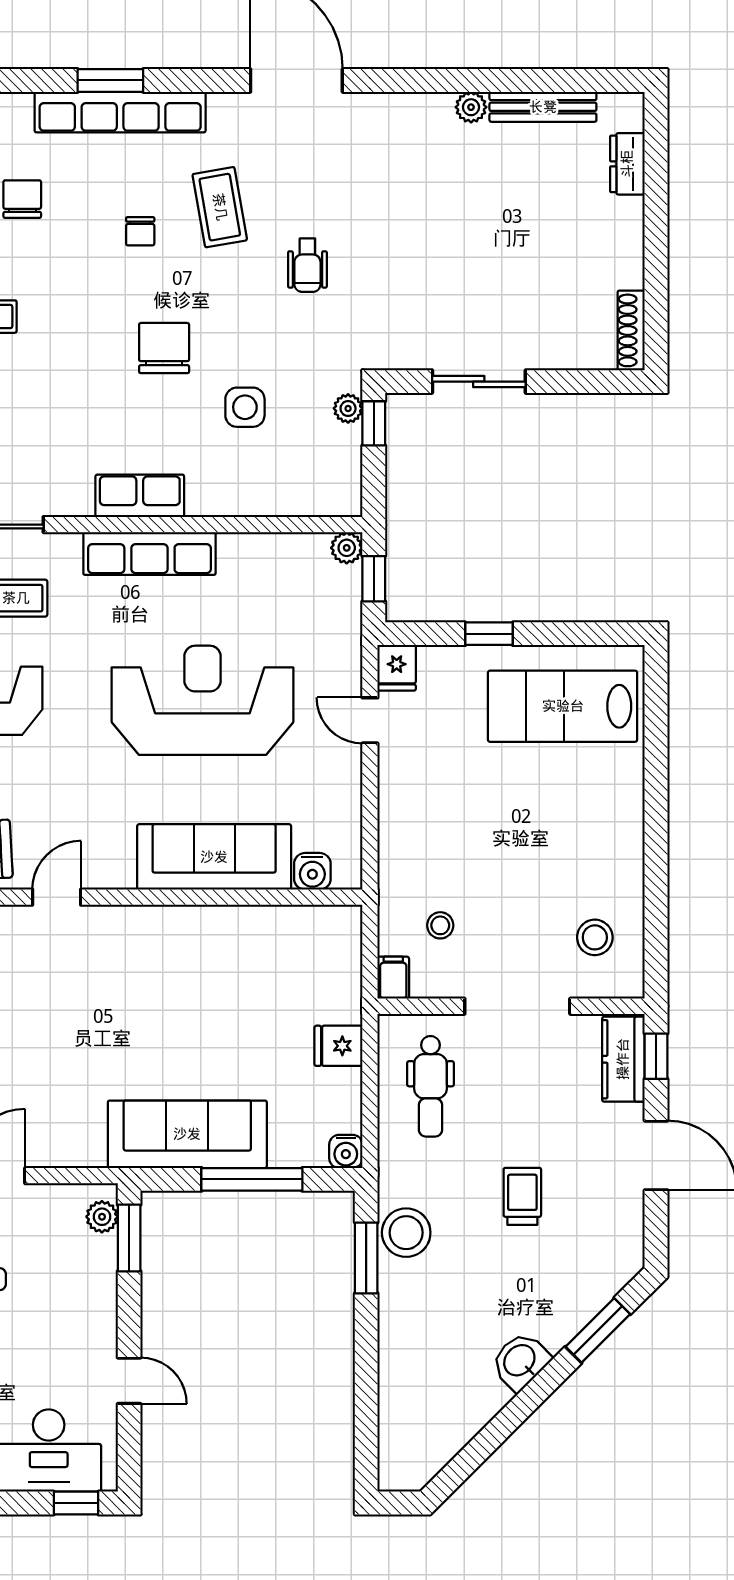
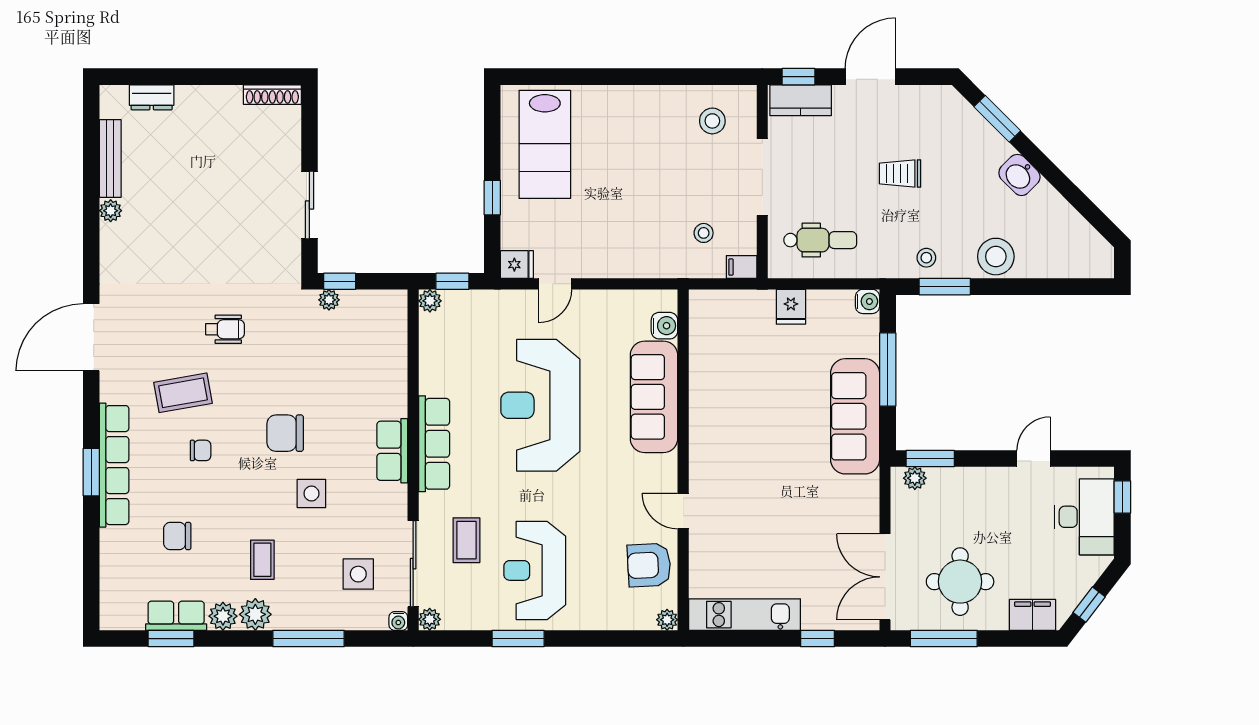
side table: (245, 407) -> (311, 494), moved
stool: (406, 1233) -> (926, 258), width x0.53, depth x0.53
stool: (408, 1329) -> (996, 257), added

